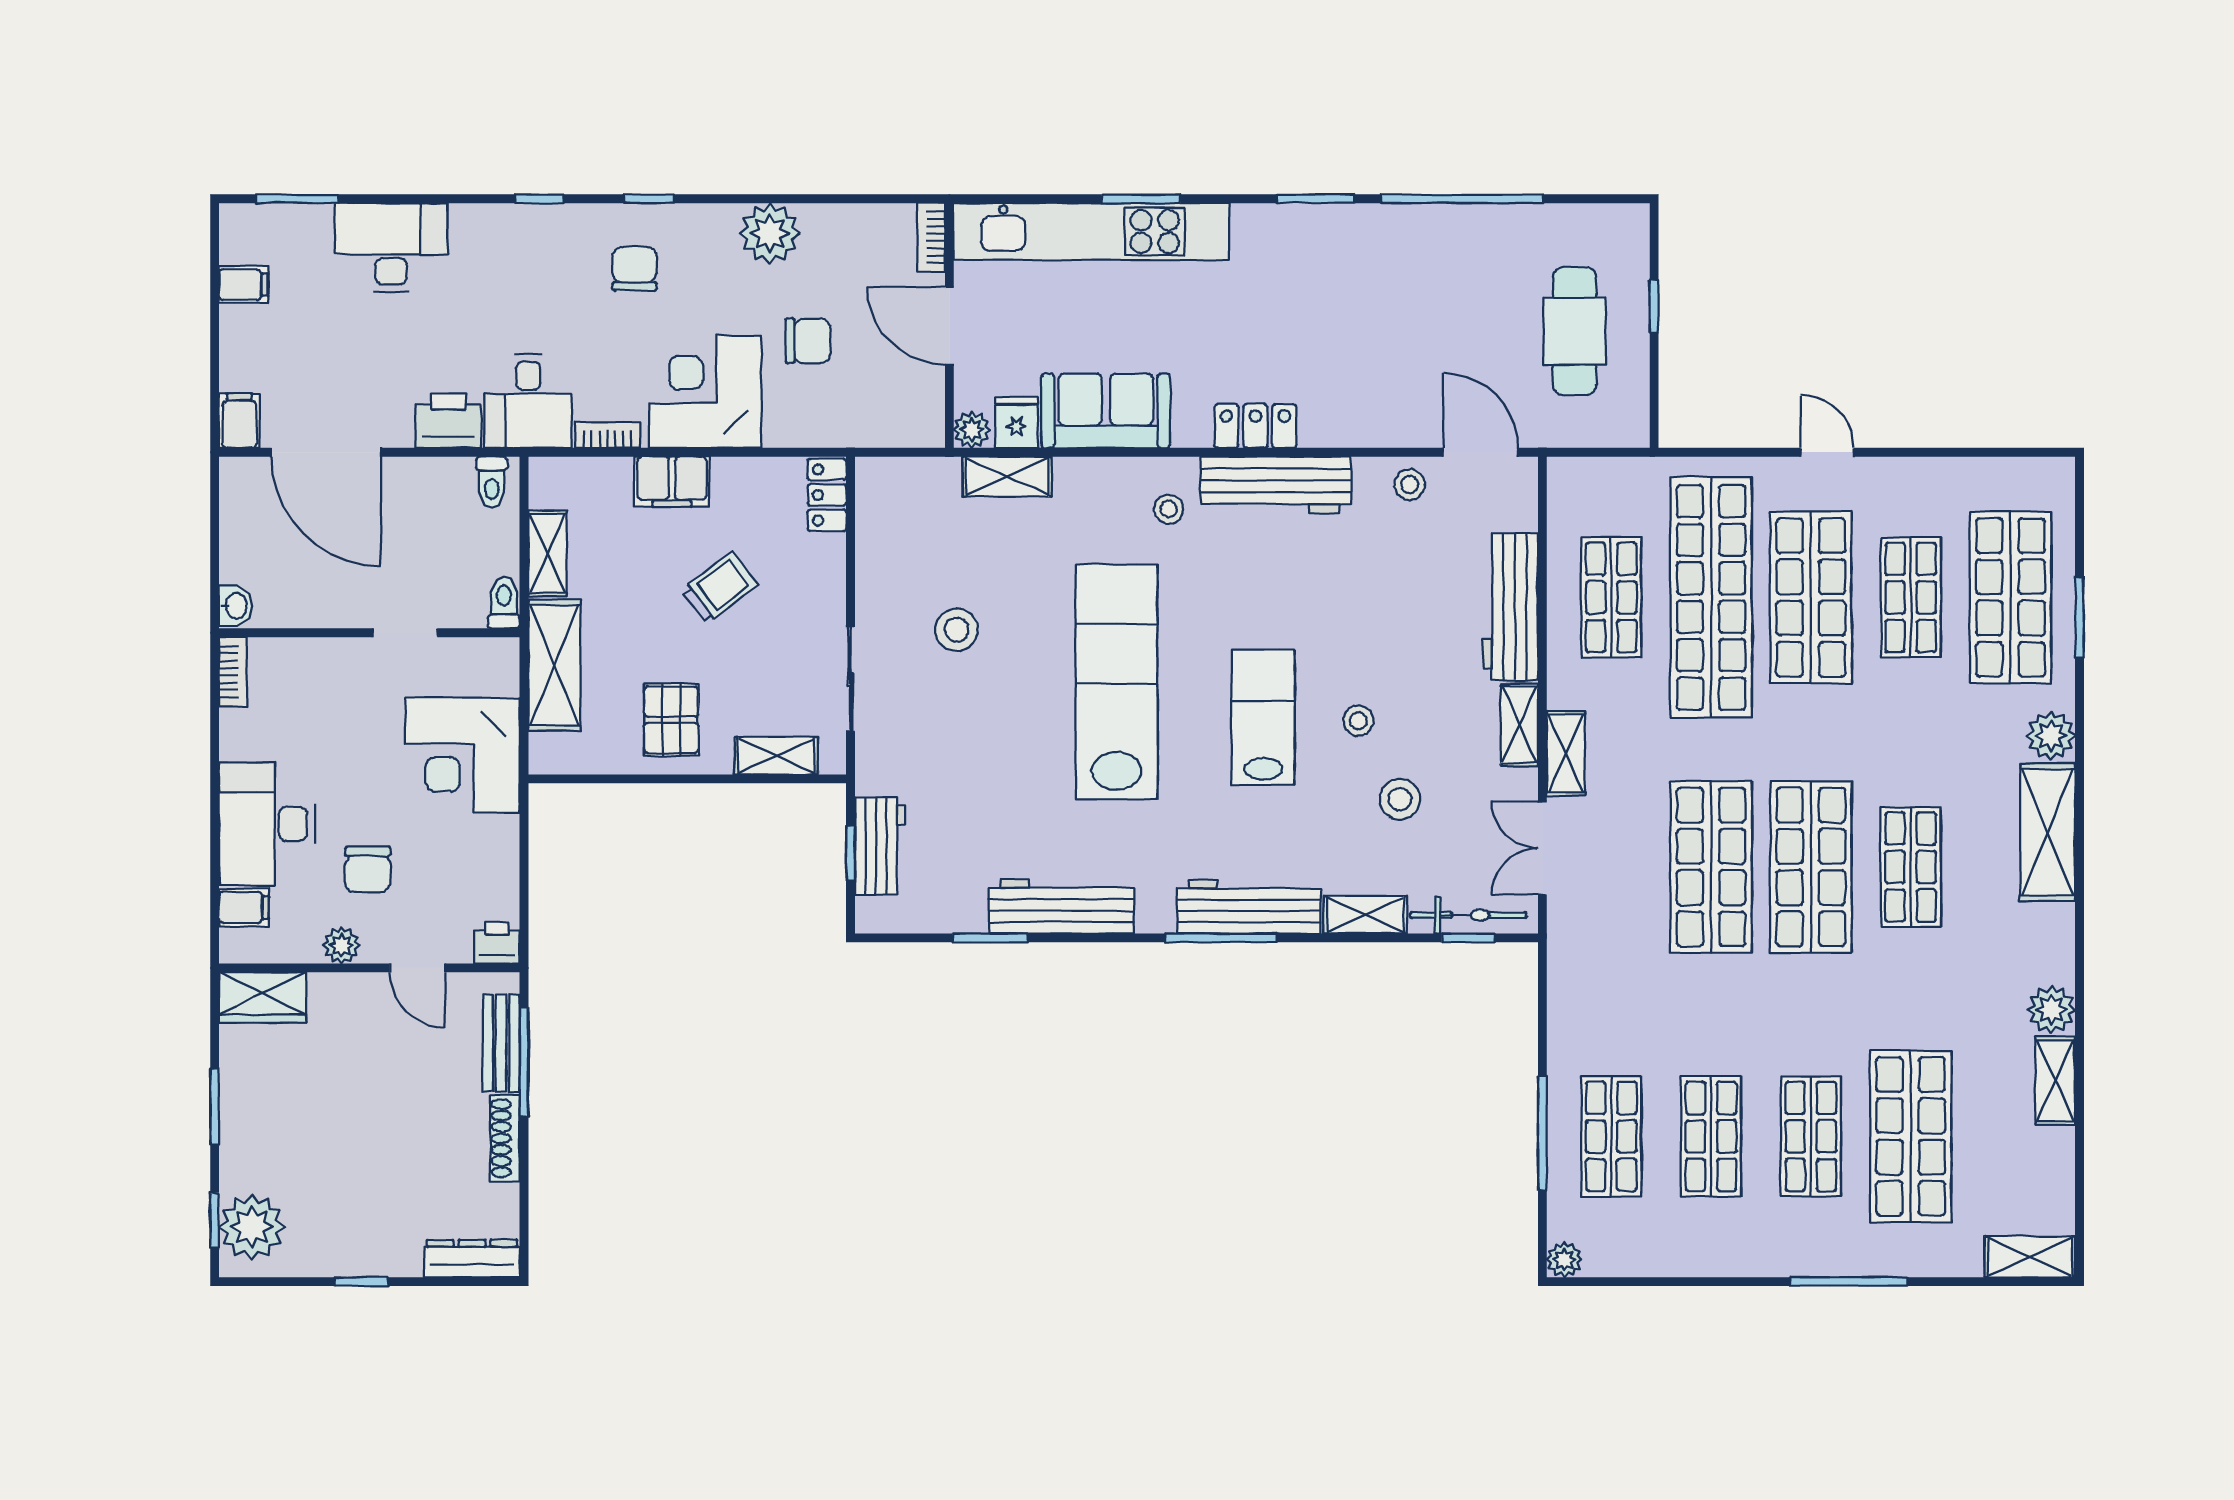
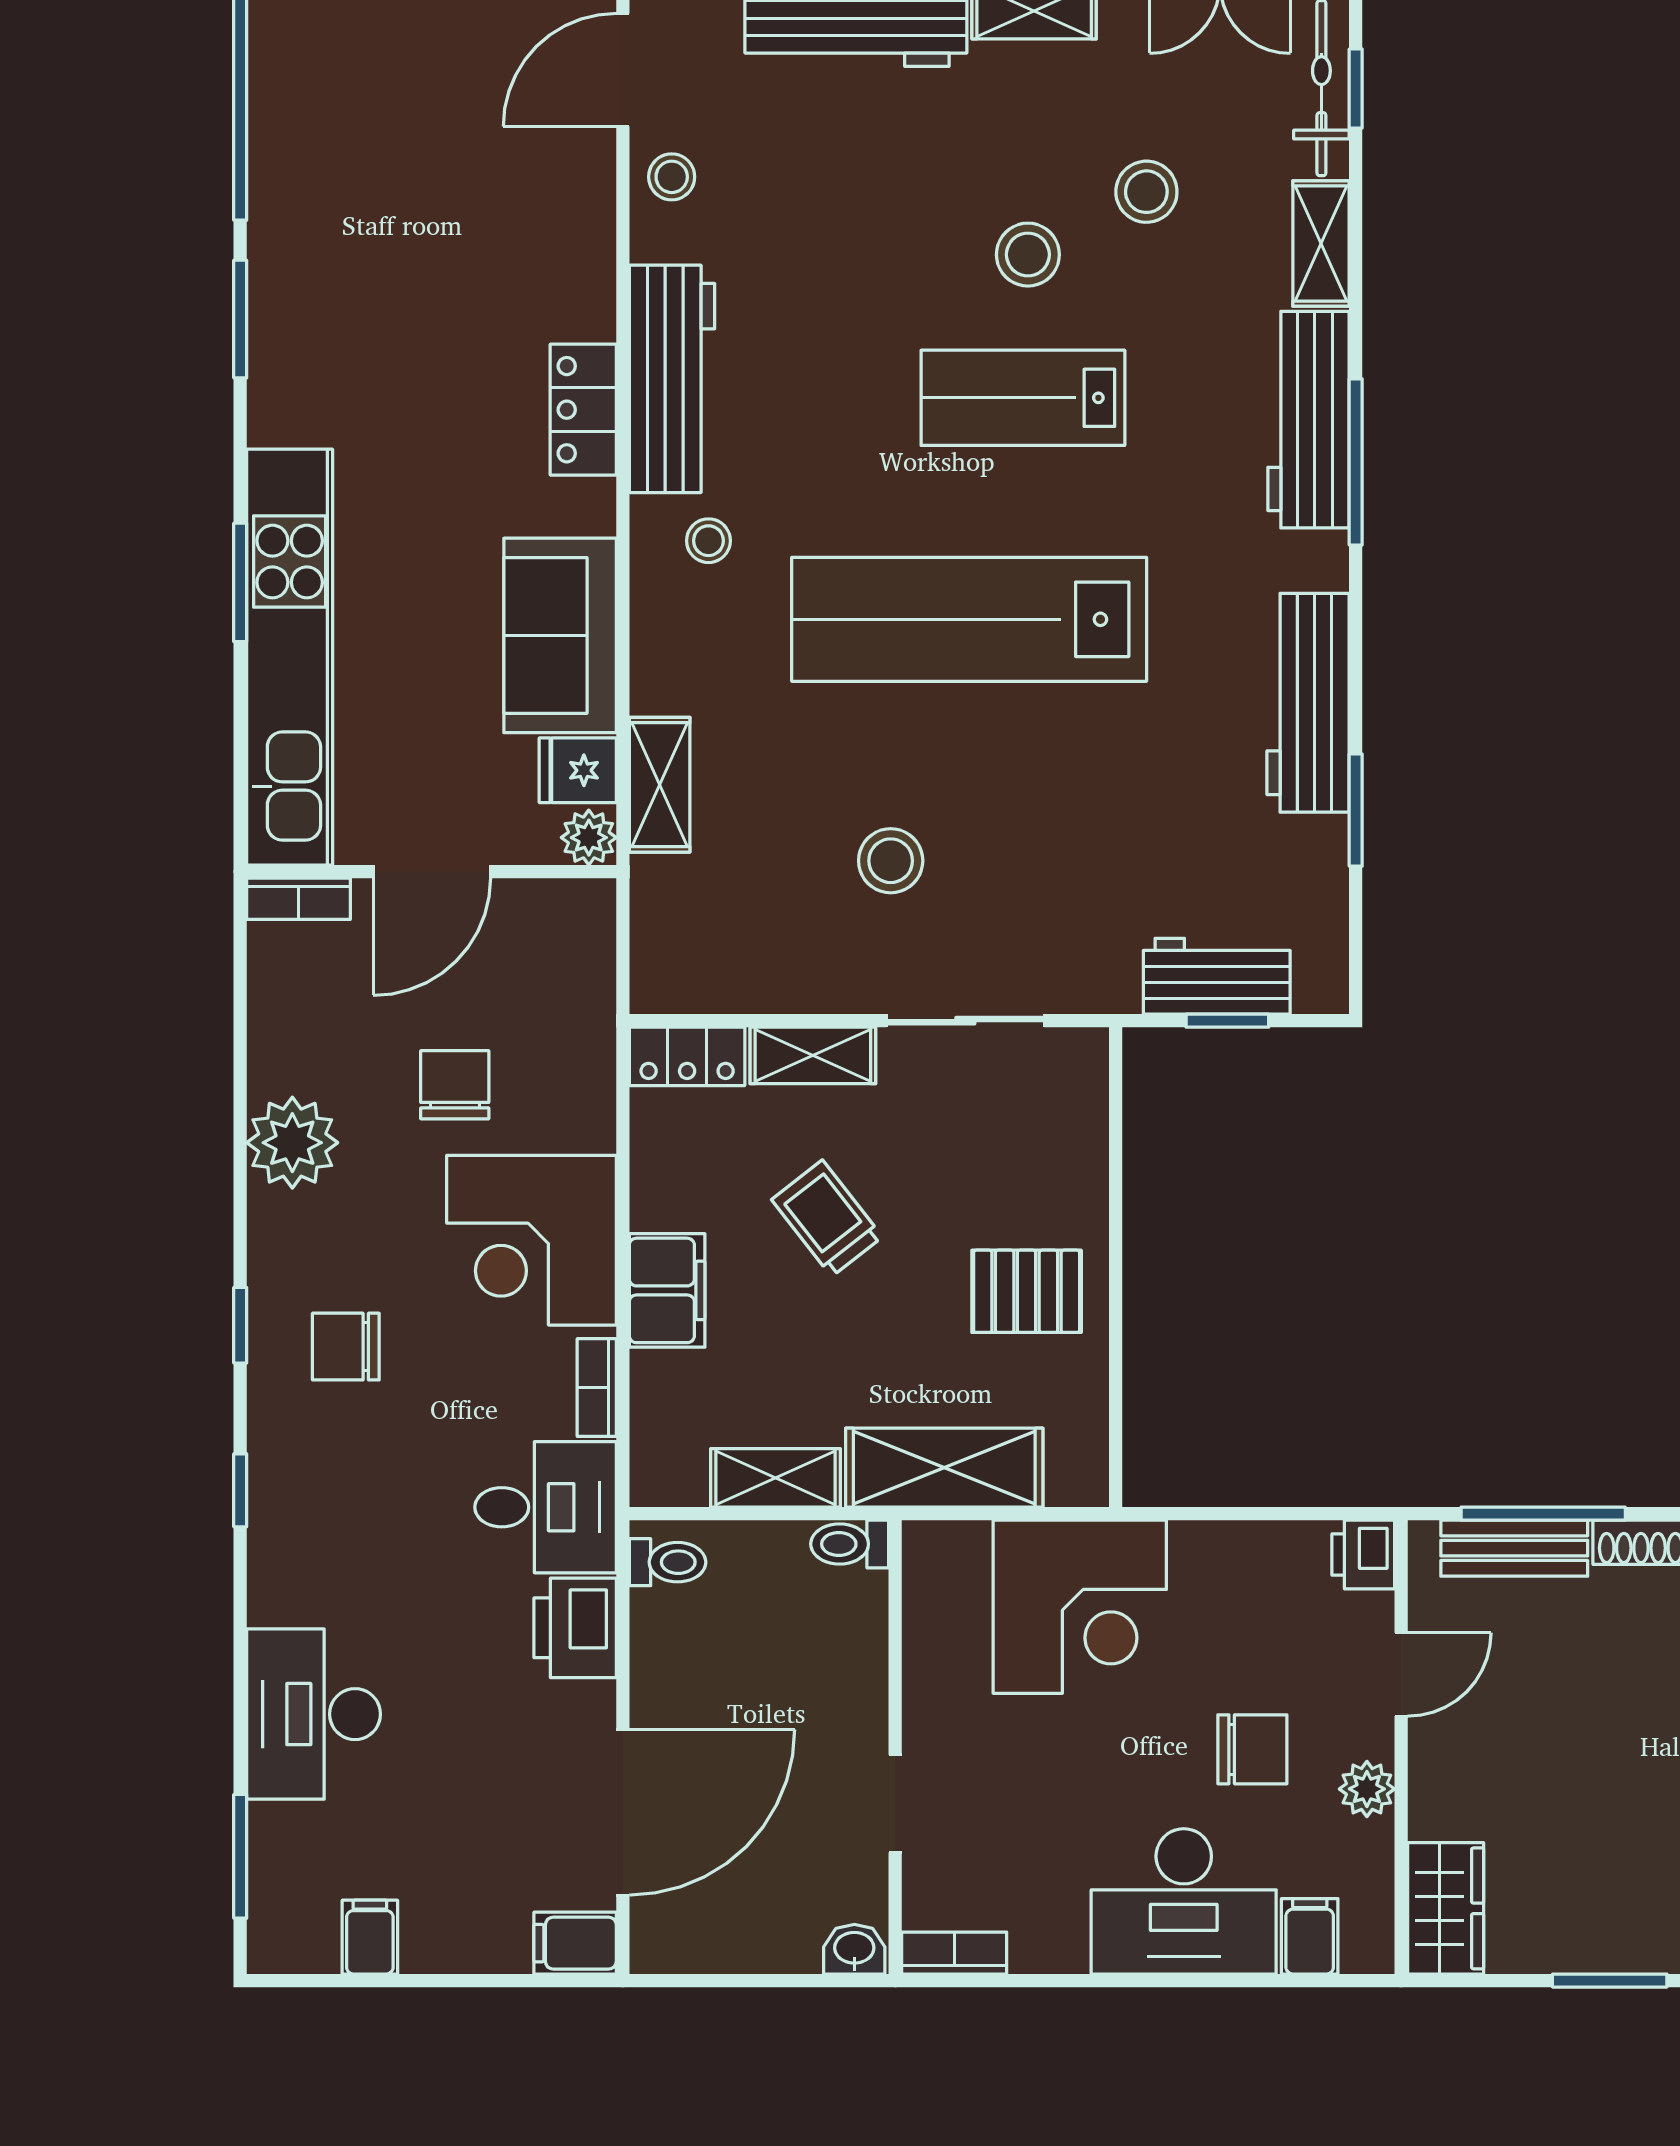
doorway: (405, 633) -> (895, 1804), moved
stool: (1358, 721) -> (1028, 255), width x1.37, depth x1.37
shelving: (776, 756) -> (813, 1055), moved, turned 90

